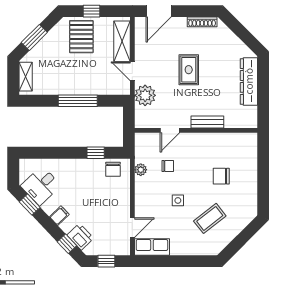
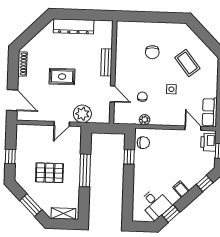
pallet: (81, 37) -> (49, 173), moved
shelving: (122, 41) -> (36, 132), removed
printer: (80, 237) -> (208, 142), moved, turned -46

